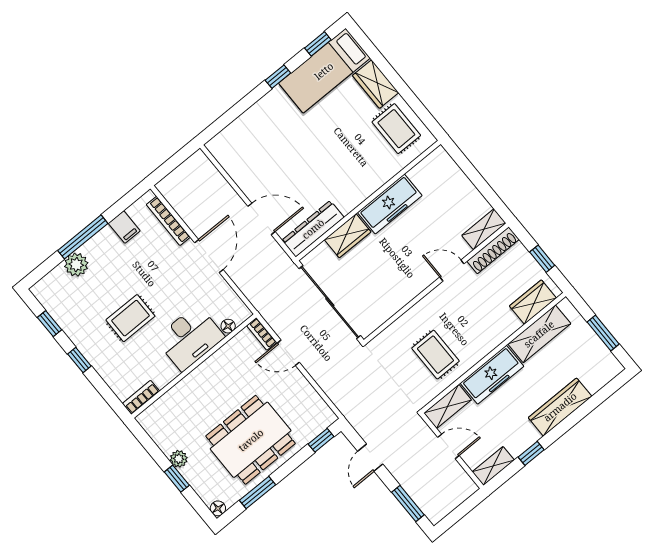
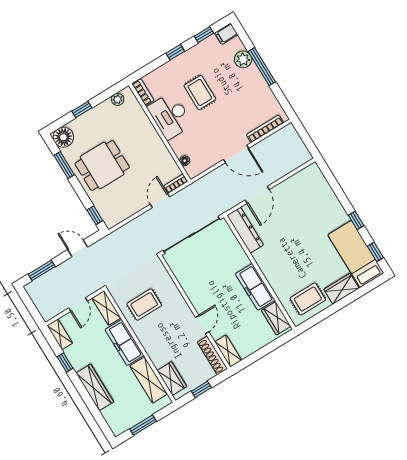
filing cabinet: (124, 227) -> (226, 34), moved
wardrobe: (348, 236) -> (276, 318), moved
desk: (190, 338) -> (170, 116), moved
dining table: (251, 440) -> (102, 165), width x0.73
plant: (179, 459) -> (118, 99), moved
floor lamp: (218, 508) -> (63, 137), width x1.89, depth x1.89

